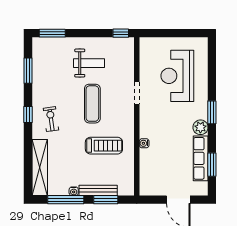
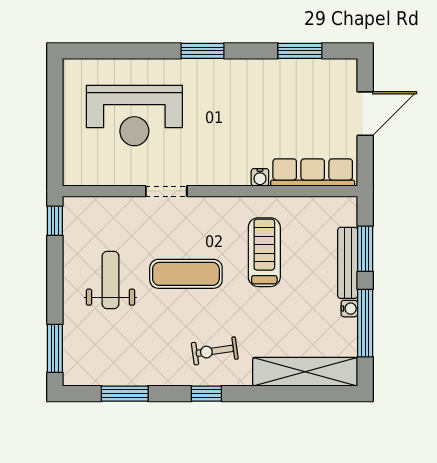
plant: (200, 127) -> (230, 72), removed
row of seats: (201, 158) -> (313, 172), moved, turned 180

